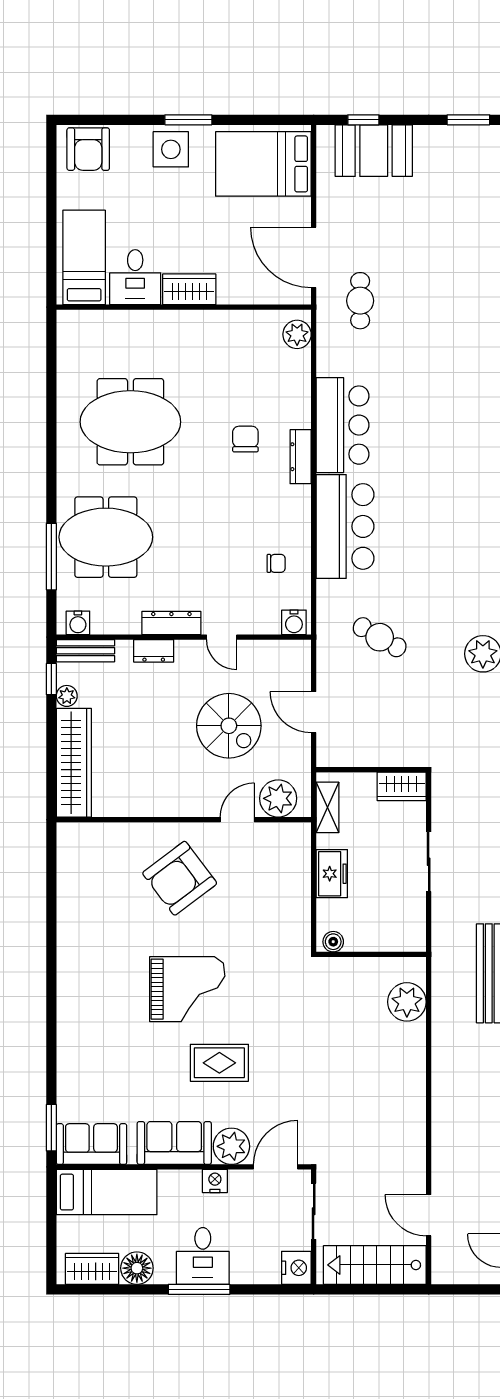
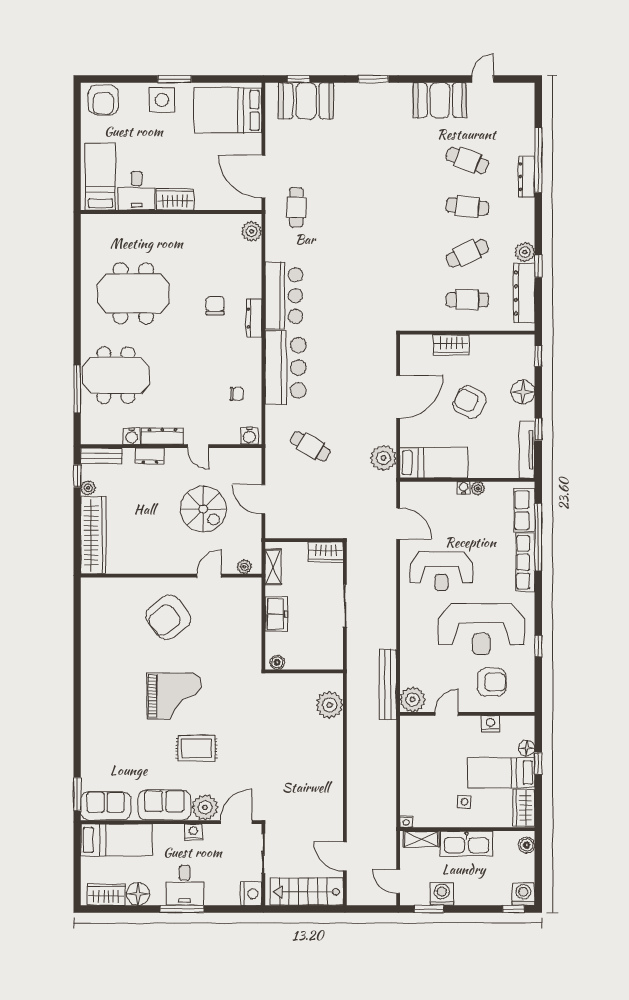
water cooler: (78, 623) -> (132, 436), moved
plant: (278, 798) -> (244, 567), width x0.53, depth x0.53

